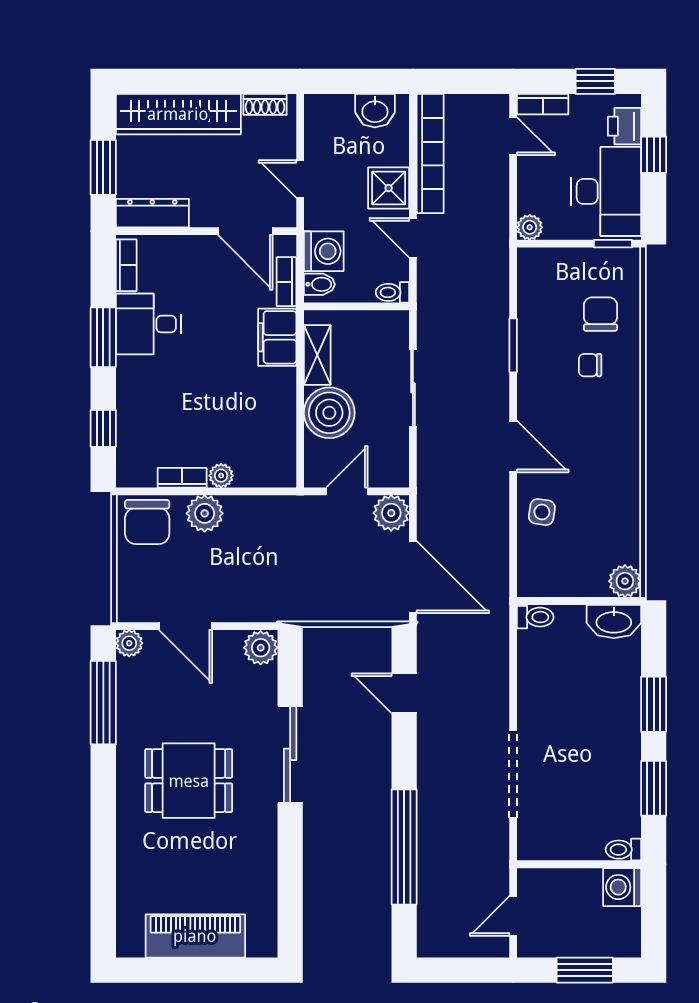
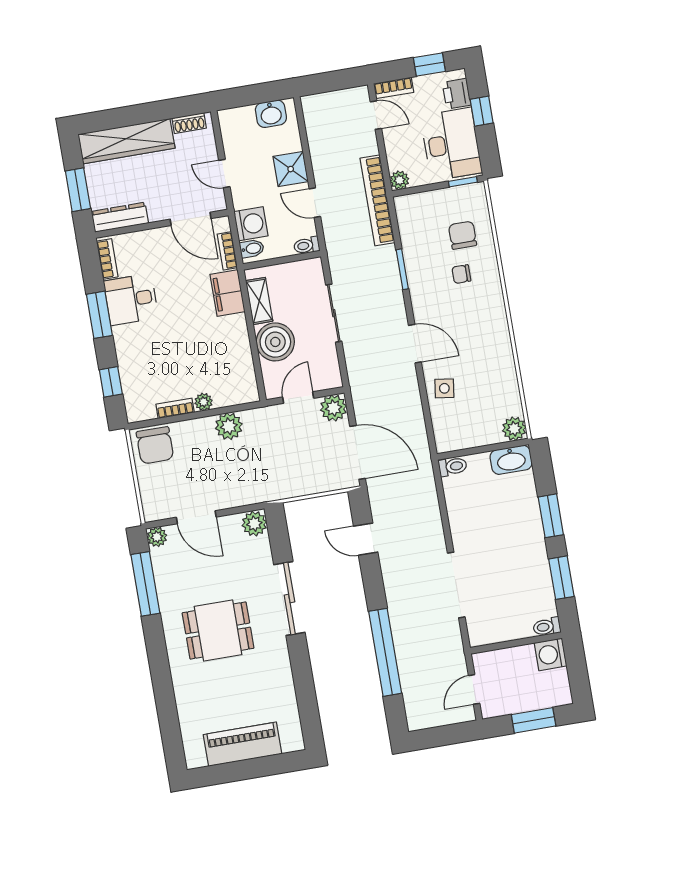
bookcase: (430, 154) -> (377, 200), moved, turned 180
plant: (205, 513) -> (229, 426), moved

